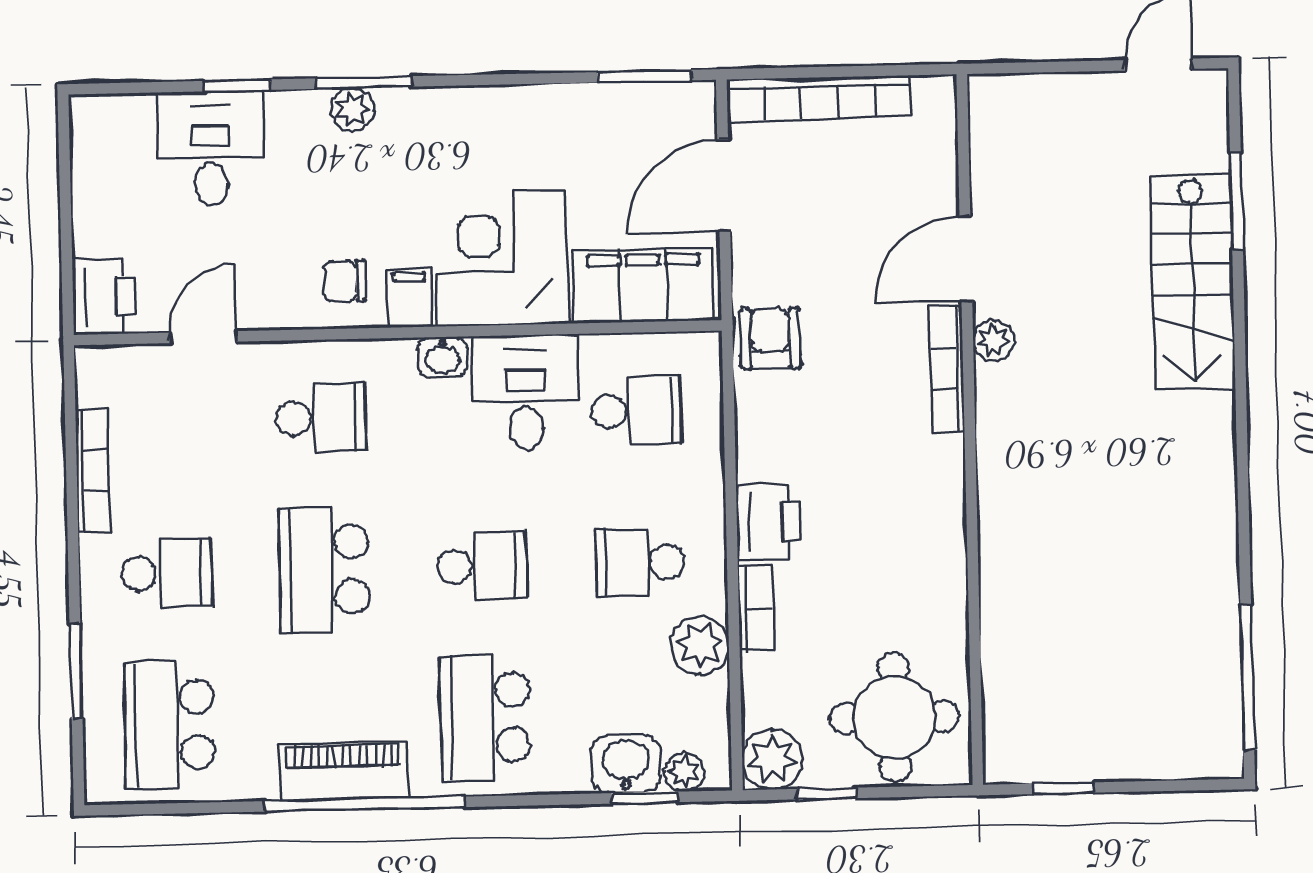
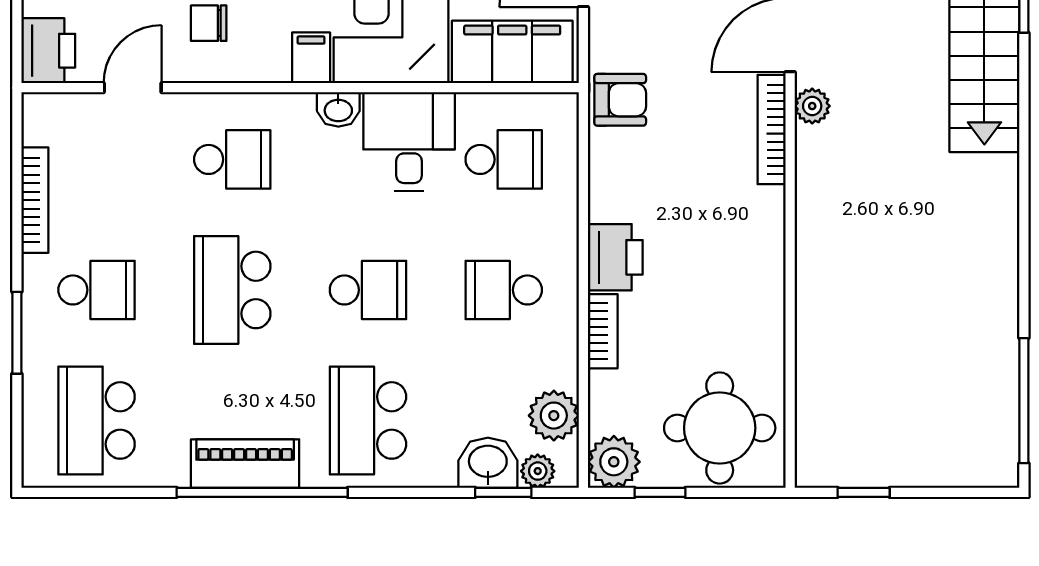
chair: (344, 281) -> (209, 23), moved
armchair: (770, 338) -> (620, 100), turned 90
plant: (700, 645) -> (554, 416), moved
window: (76, 671) -> (17, 333), moved

